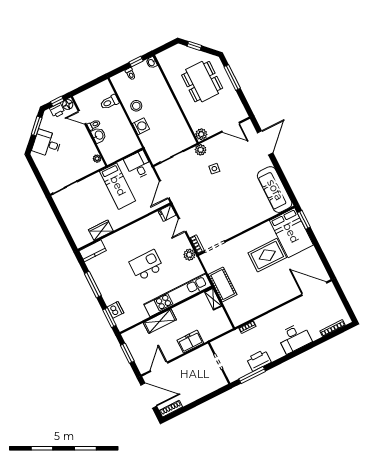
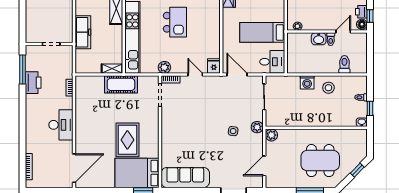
desk: (294, 338) -> (61, 125), moved, turned 180
freezer: (190, 342) -> (83, 32), width x1.40

